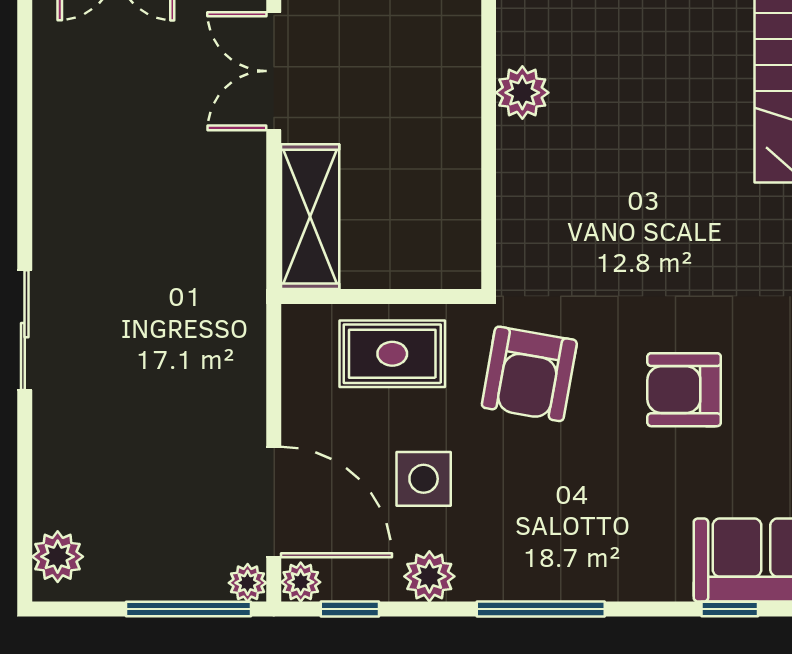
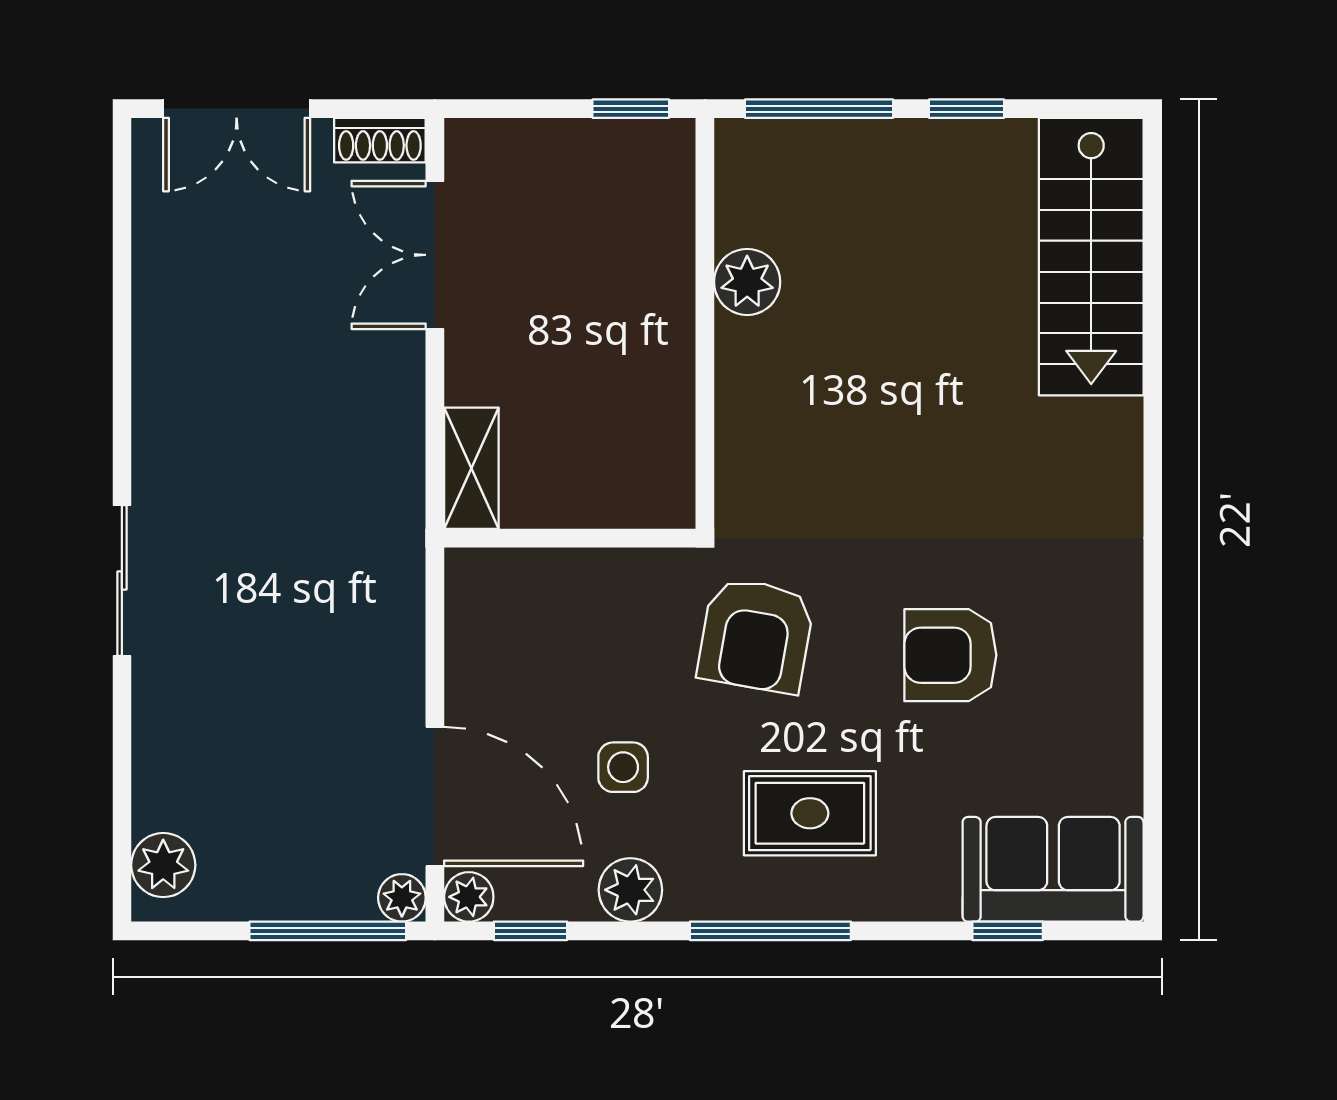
shelving: (310, 217) -> (471, 468), width x0.67, depth x0.75
rug: (392, 354) -> (810, 813), moved
side table: (424, 479) -> (623, 767), width x0.73, depth x0.73

